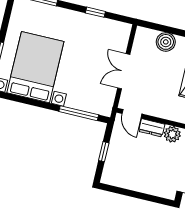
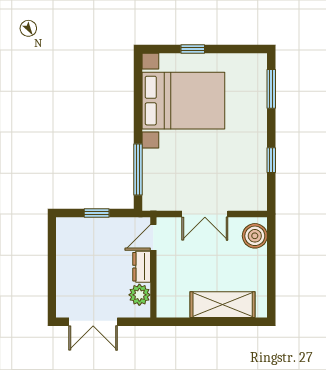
boiler: (166, 42) -> (255, 236), moved
double door: (124, 71) -> (205, 214), swing flipped

